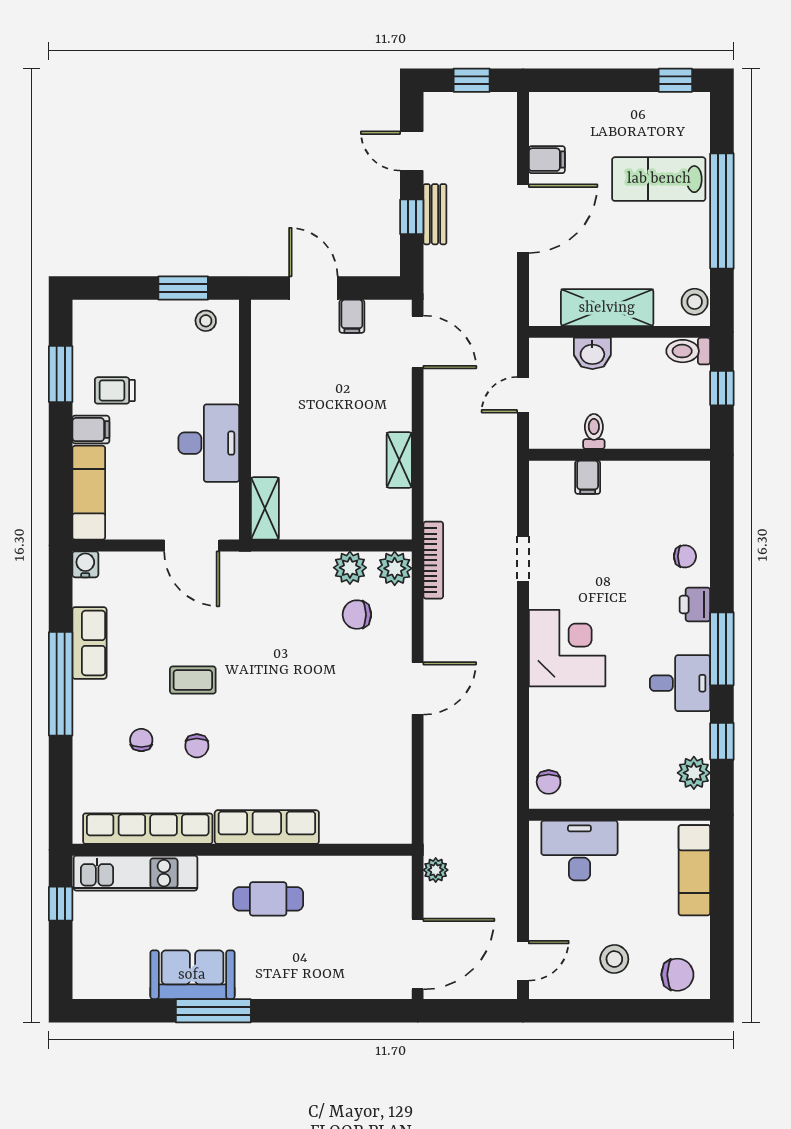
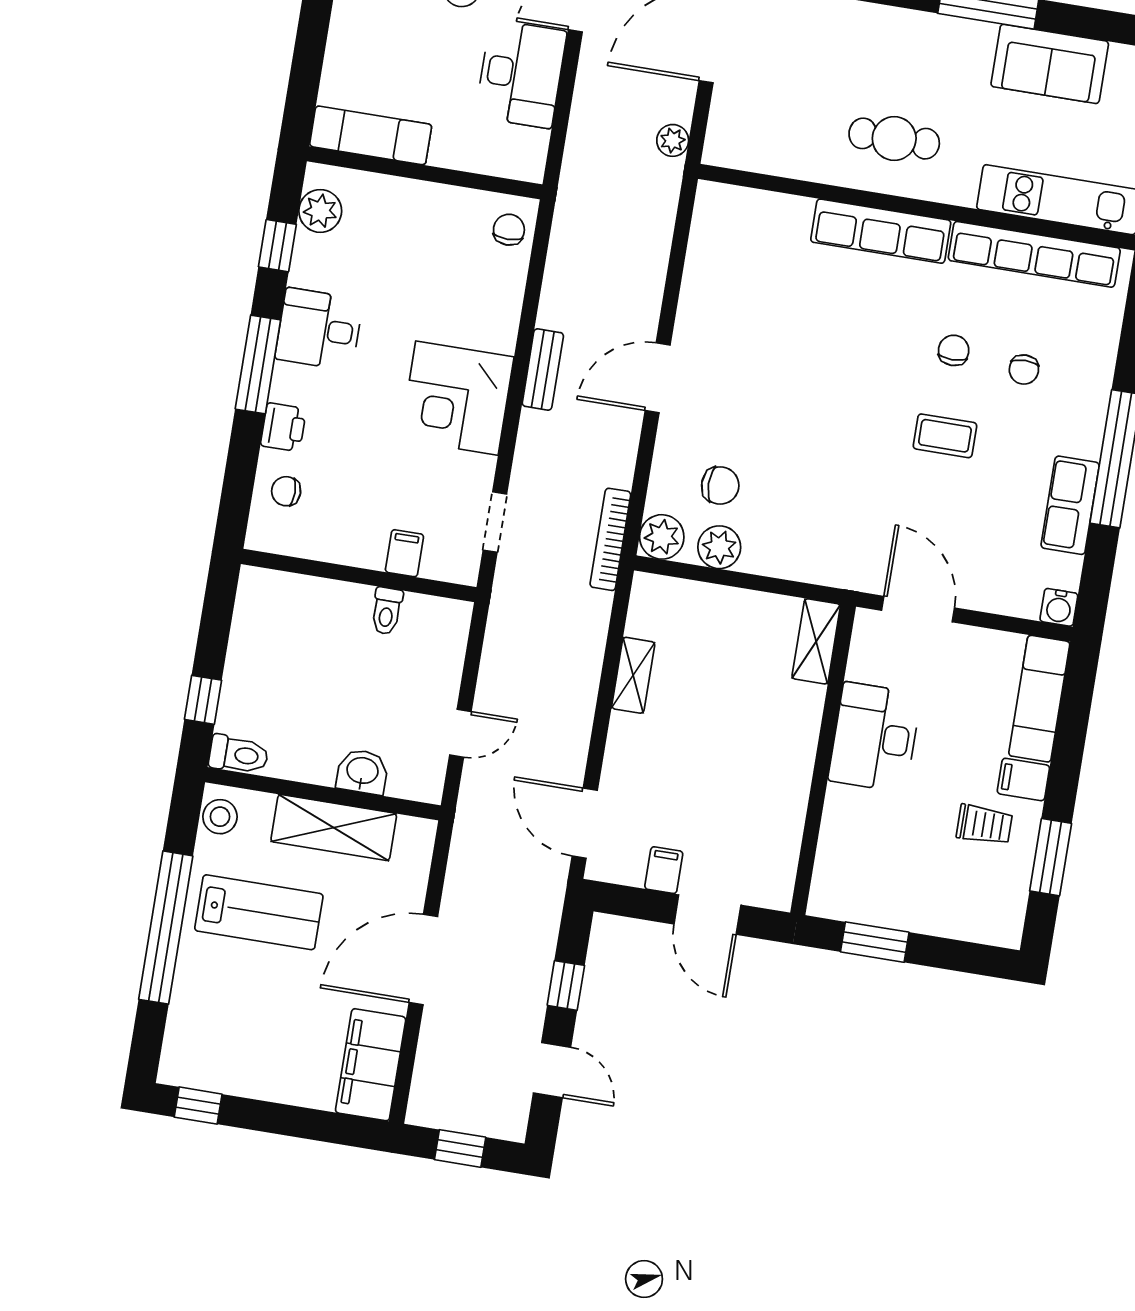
filing cabinet: (547, 160) -> (371, 1065), width x3.00, depth x1.17
lab bench: (659, 179) -> (259, 912), moved
bench: (435, 214) -> (543, 369), moved
stool: (206, 321) -> (853, 895), removed
toilet: (594, 431) -> (387, 611), moved
wall: (620, 455) -> (359, 575), moved
filing cabinet: (588, 477) -> (404, 553), moved
desk: (579, 850) -> (521, 74), moved, turned -90
exam couch: (694, 870) -> (371, 135), moved, turned -90
sofa: (192, 975) -> (1050, 64), moved

